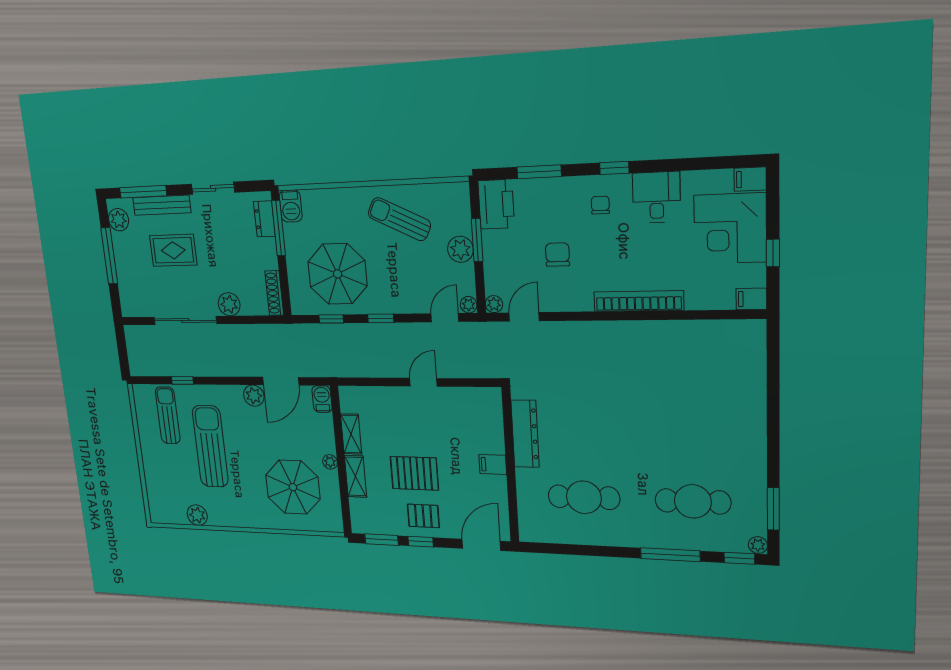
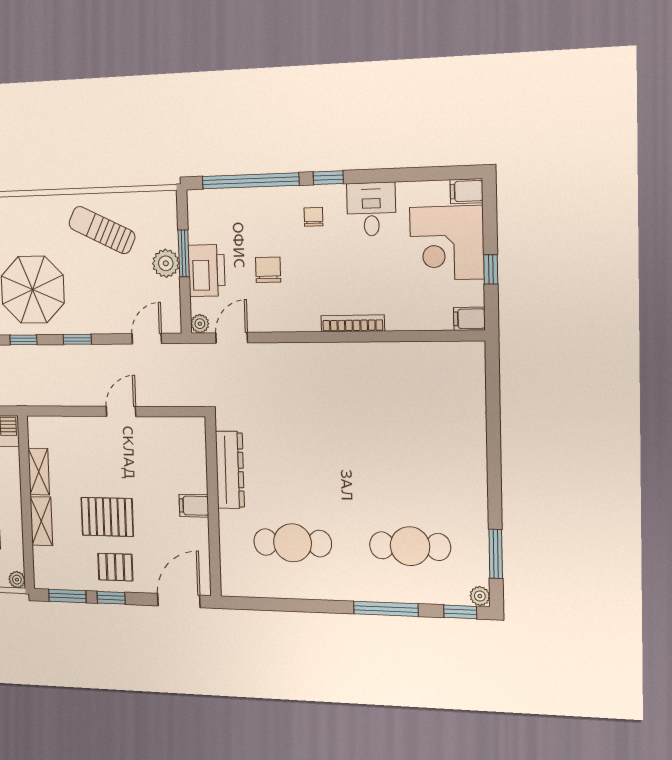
window: (539, 172) -> (250, 181), width x2.11
printer: (496, 204) -> (207, 270), moved
bookcase: (639, 301) -> (353, 323), width x0.68, depth x0.76
plant: (469, 305) -> (173, 324), removed
plant: (330, 462) -> (17, 580), moved

